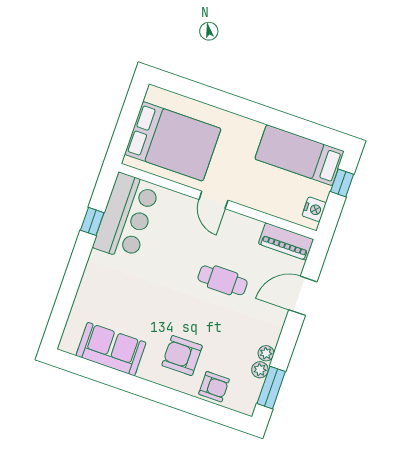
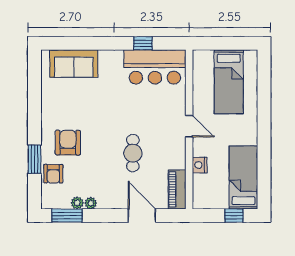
bed: (173, 141) -> (229, 82), width x0.67
door: (213, 200) -> (189, 126), swing flipped
nightstand: (314, 209) -> (200, 165), moved, turned 90
sofa: (111, 349) -> (74, 64), moved, turned 90
window: (188, 404) -> (34, 159), added

